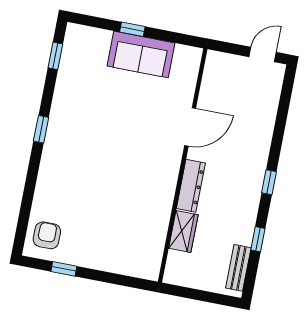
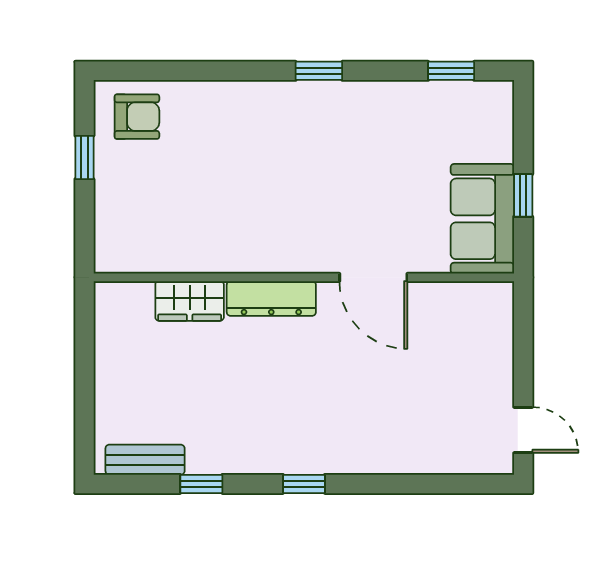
door: (190, 127) -> (373, 277), moved
wall: (183, 165) -> (304, 277), moved
dresser: (191, 186) -> (271, 298), moved
wardrobe: (183, 232) -> (190, 301), moved

